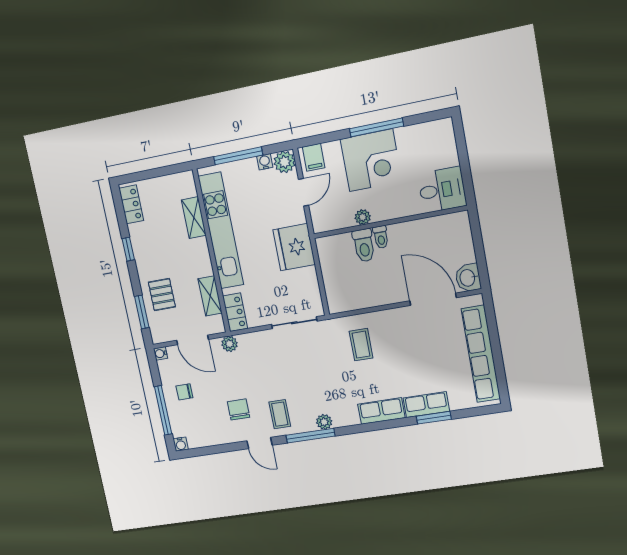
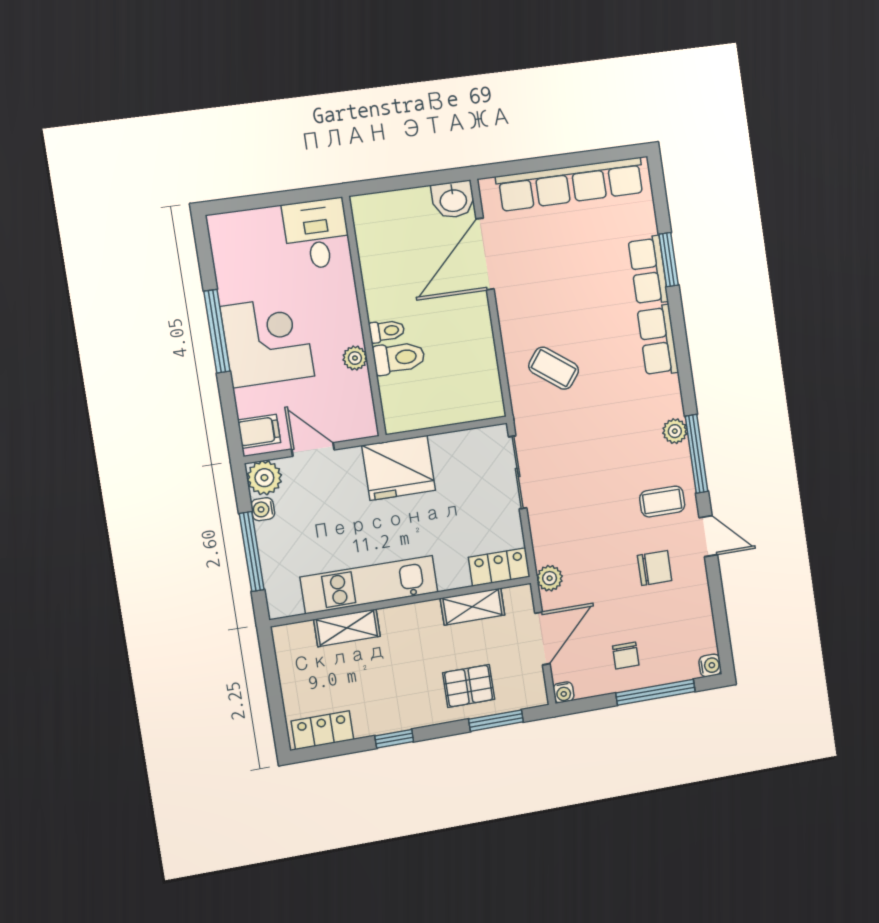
kitchen unit: (221, 231) -> (369, 585), width x0.73
coffee table: (361, 345) -> (554, 368), turned 37
chair: (239, 409) -> (655, 568), turned 180
door: (260, 443) -> (708, 536), hinge flipped

